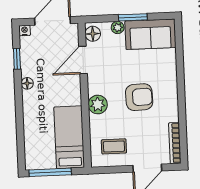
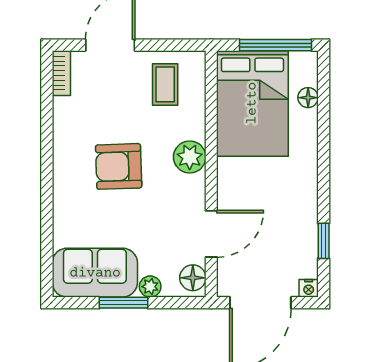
floor lamp: (27, 83) -> (308, 98), moved
bed: (69, 137) -> (252, 103), width x1.50
bookcase: (175, 143) -> (61, 73), width x0.64
coffee table: (114, 146) -> (165, 84), turned 90

